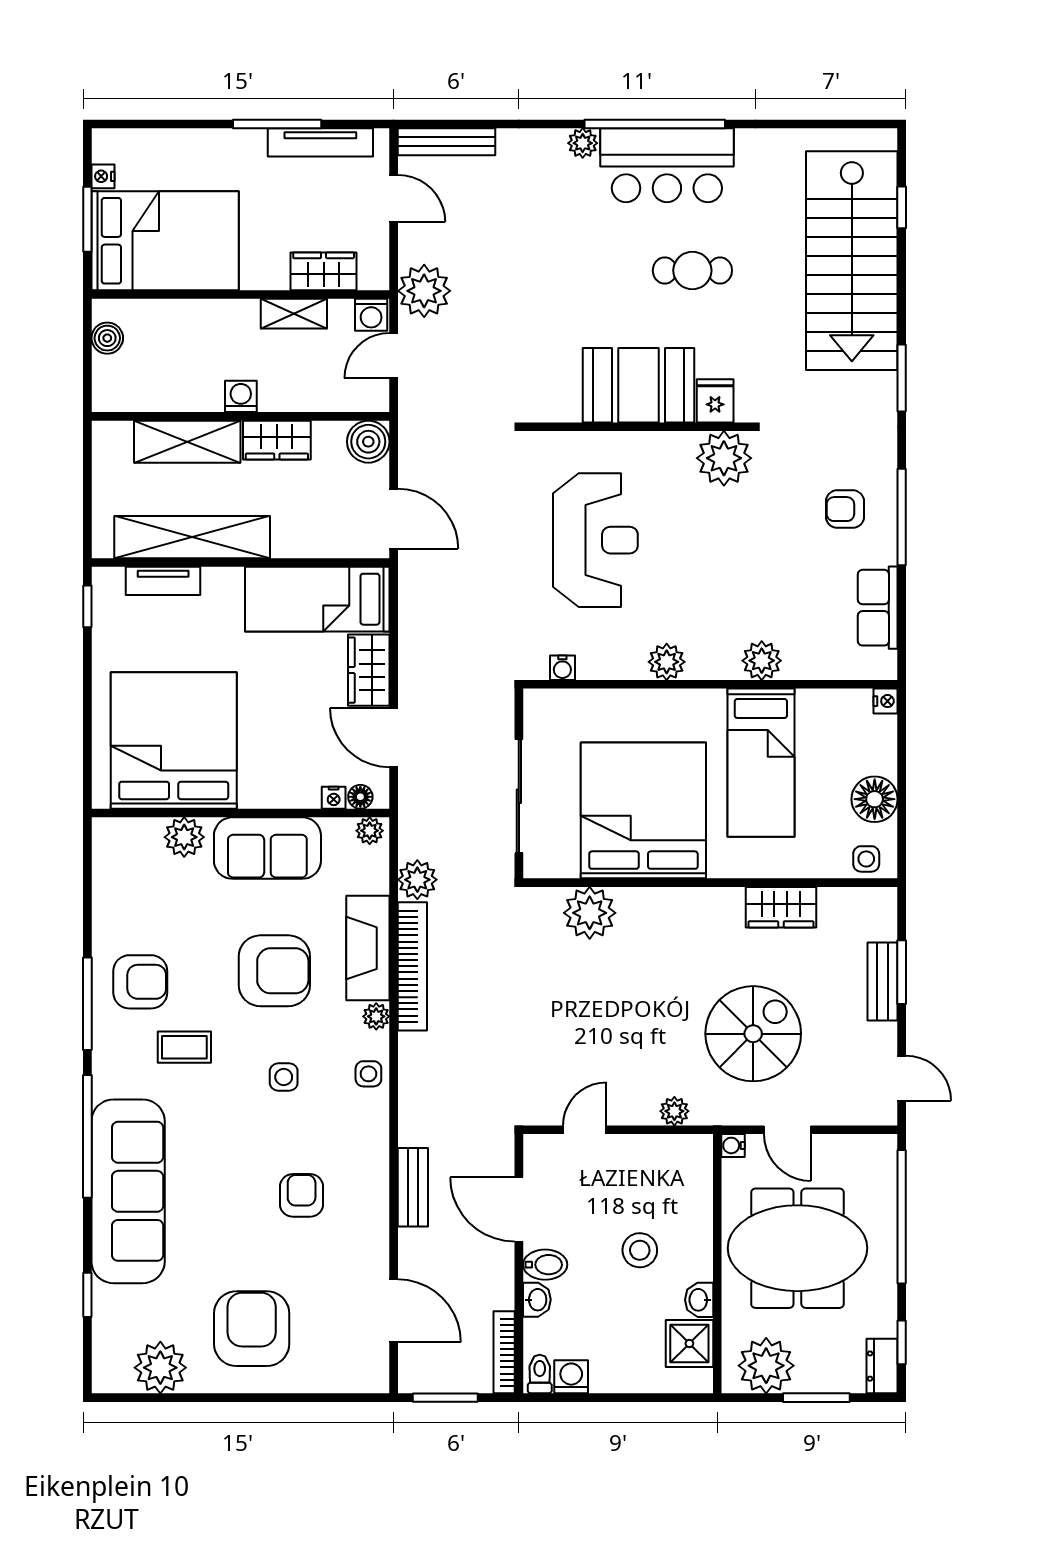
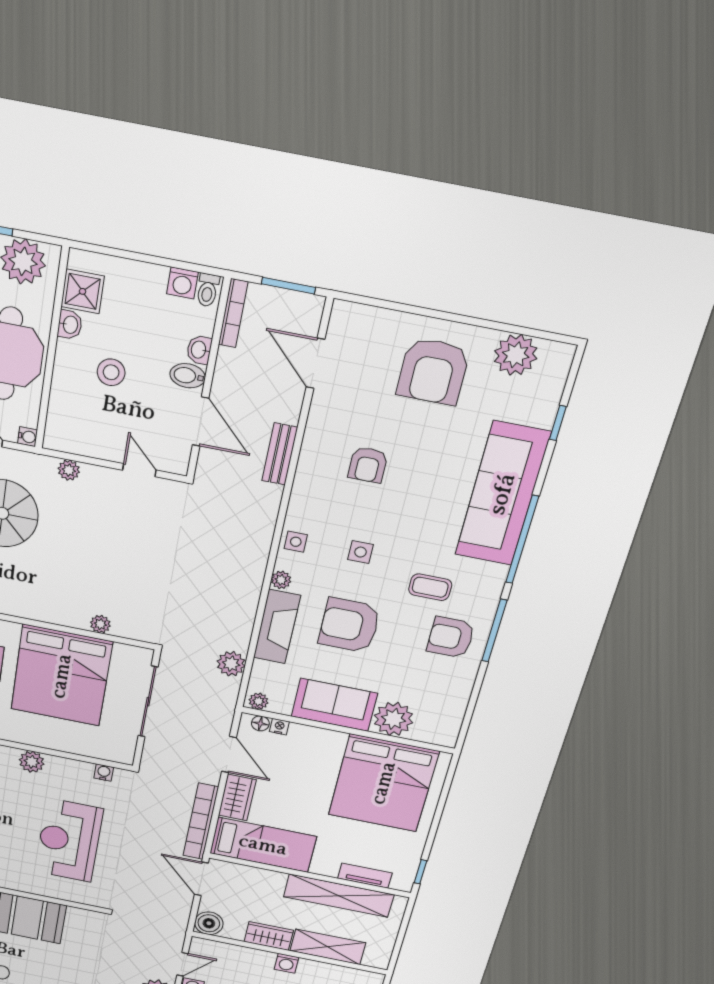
plant: (184, 837) -> (394, 719), width x1.36, depth x1.36
plant: (590, 913) -> (100, 624), width x0.53, depth x0.53
bookcase: (412, 966) -> (201, 822), moved
door: (585, 1130) -> (139, 470), swing flipped

